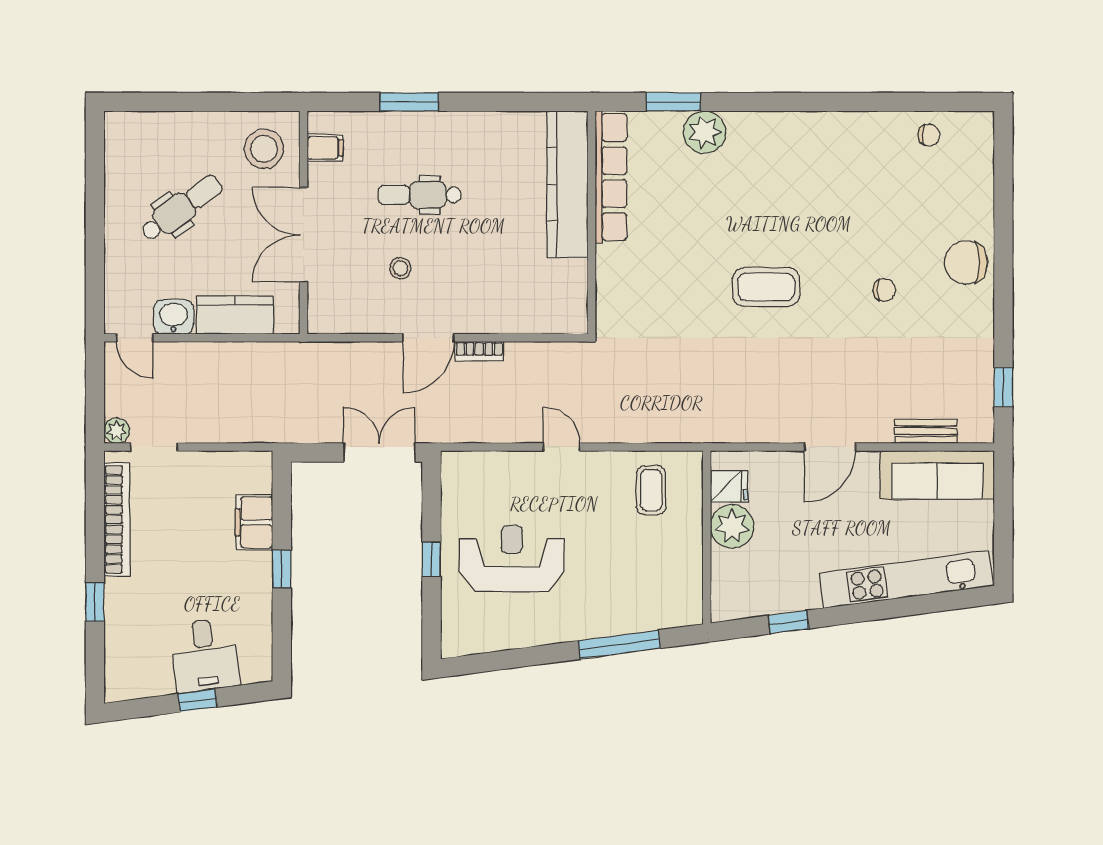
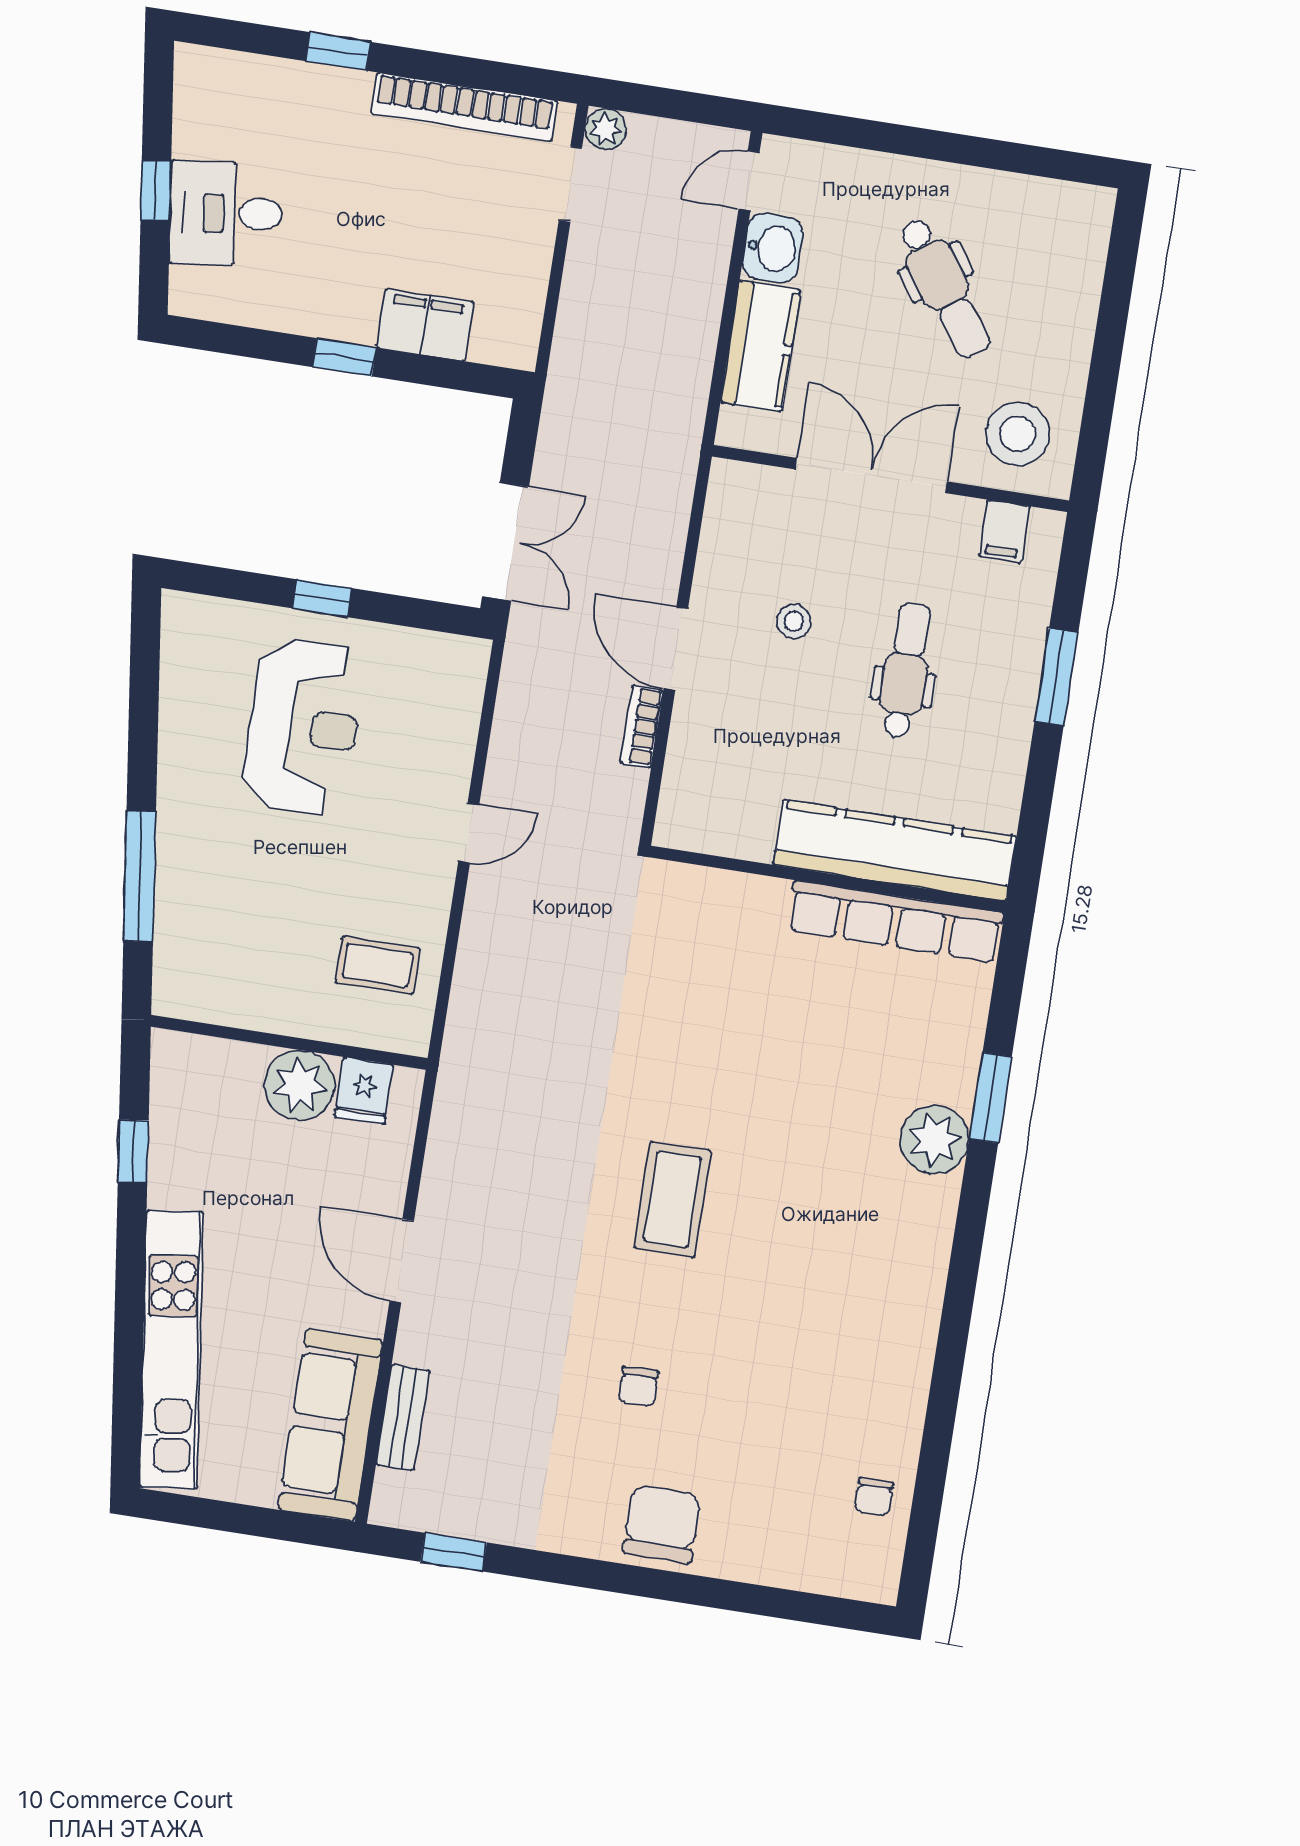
row of seats: (611, 177) -> (895, 921), moved
kitchen counter: (567, 184) -> (895, 850), moved
wall: (592, 223) -> (828, 879), moved

